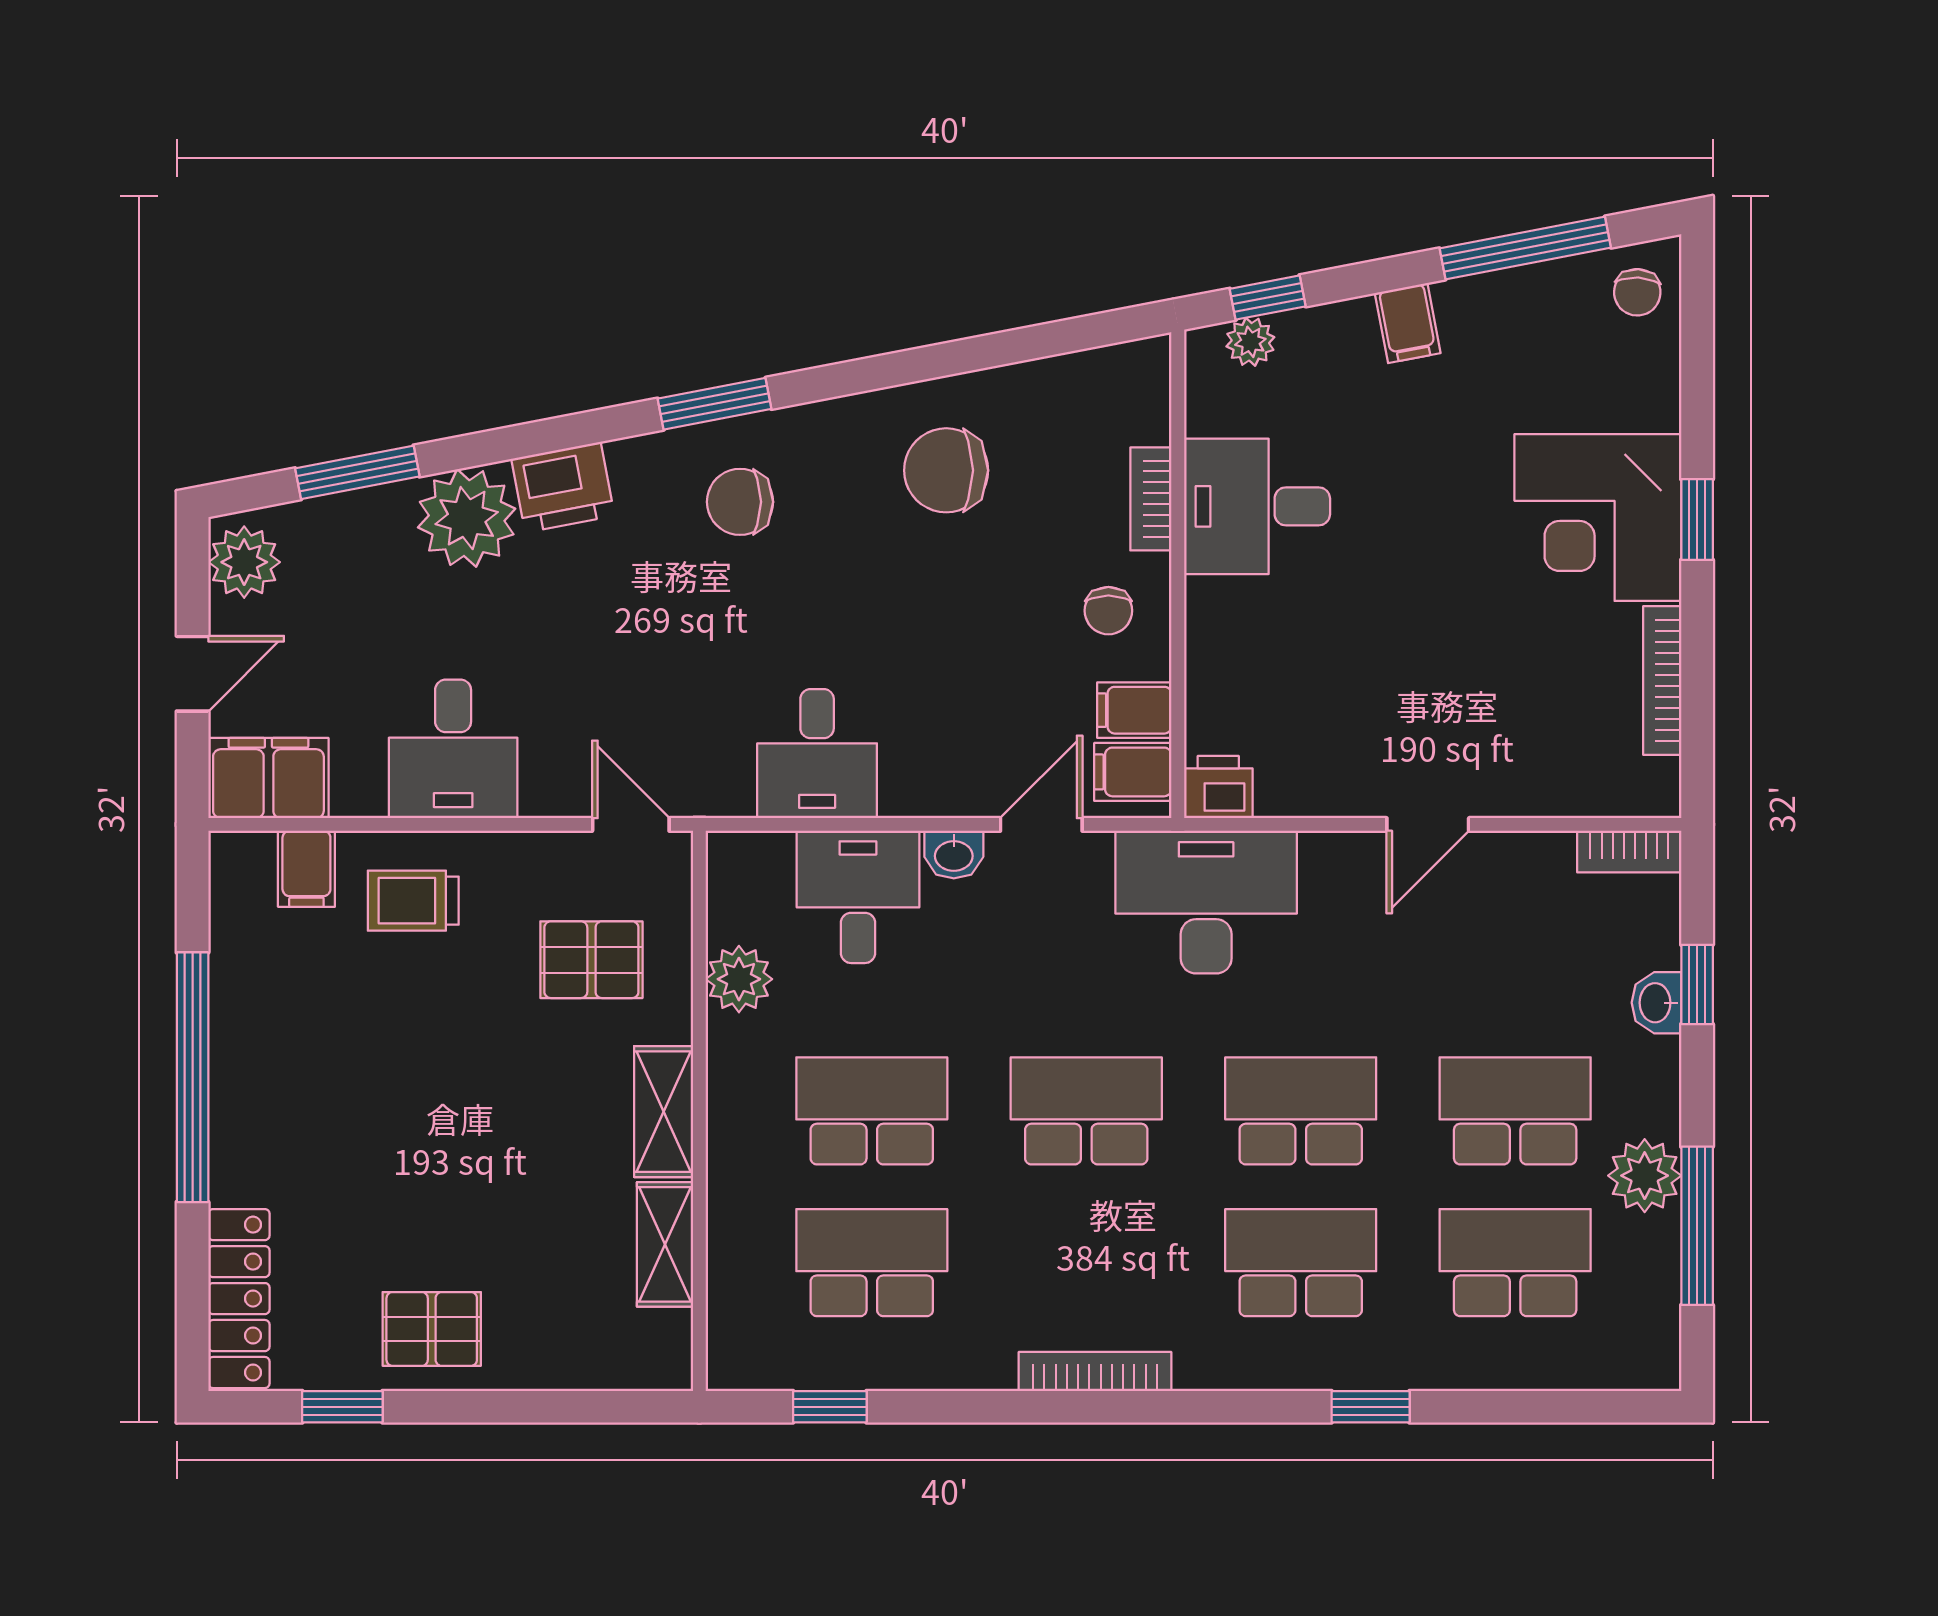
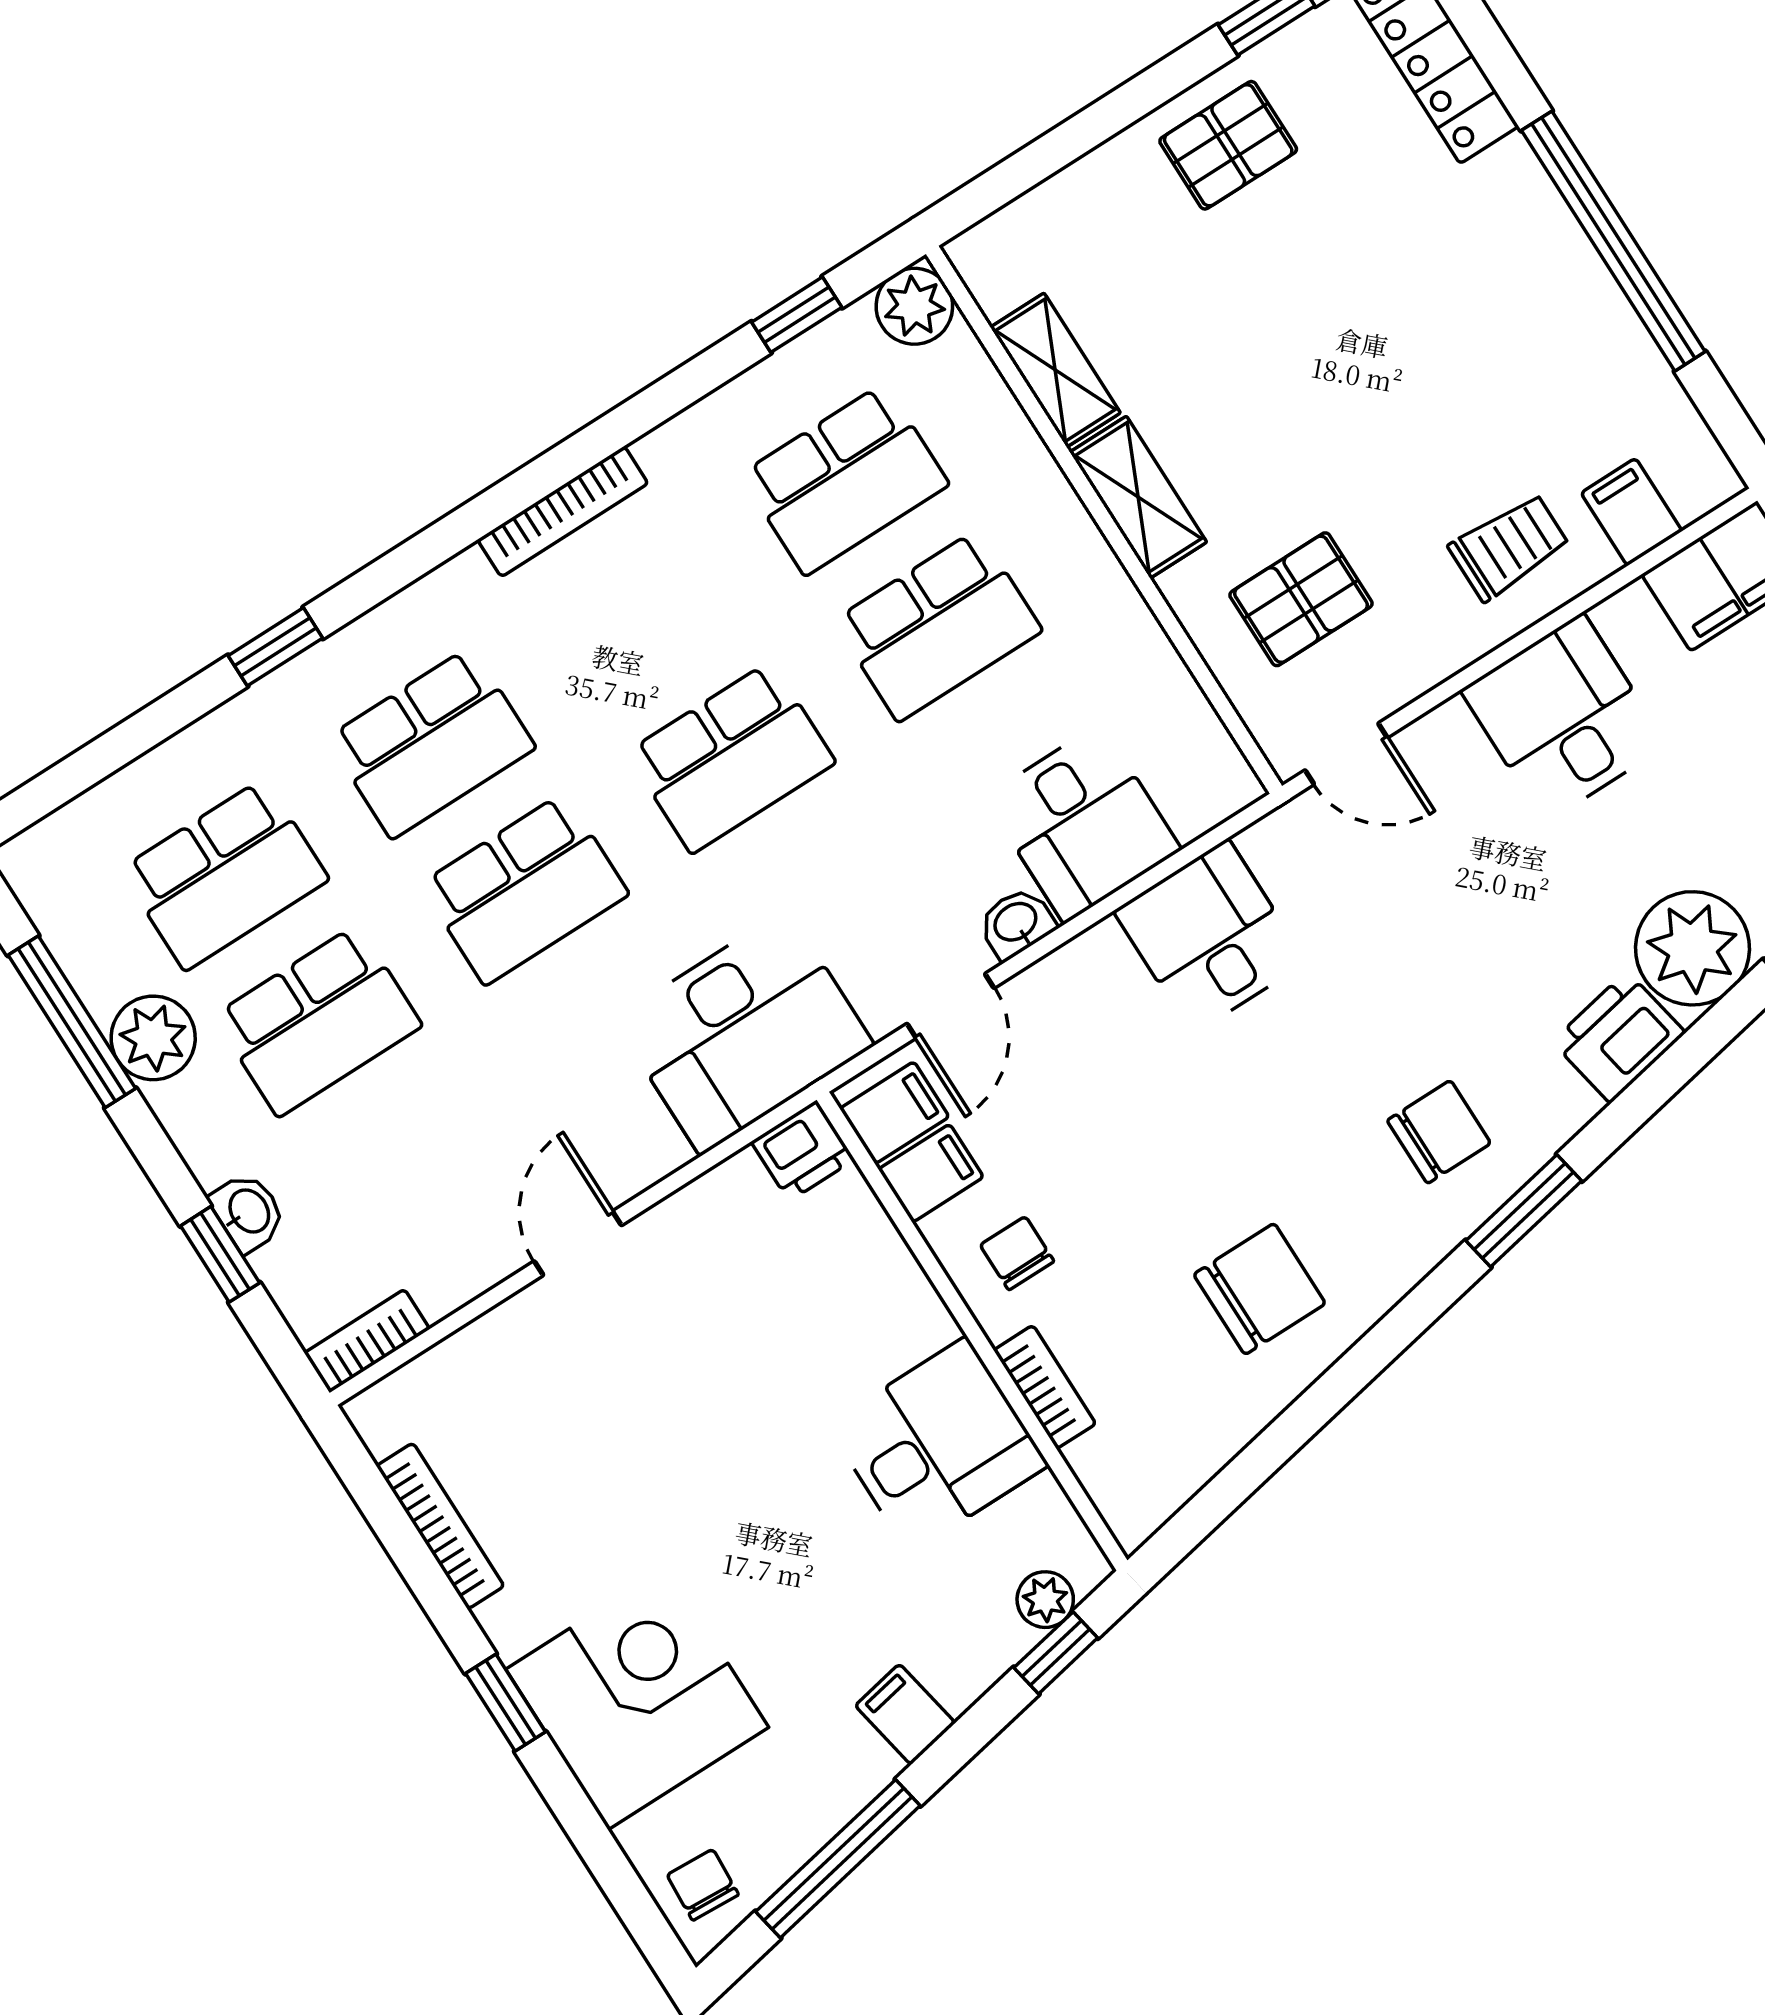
corner desk: (1598, 518) -> (637, 1698), moved
plant: (739, 979) -> (914, 306), moved

